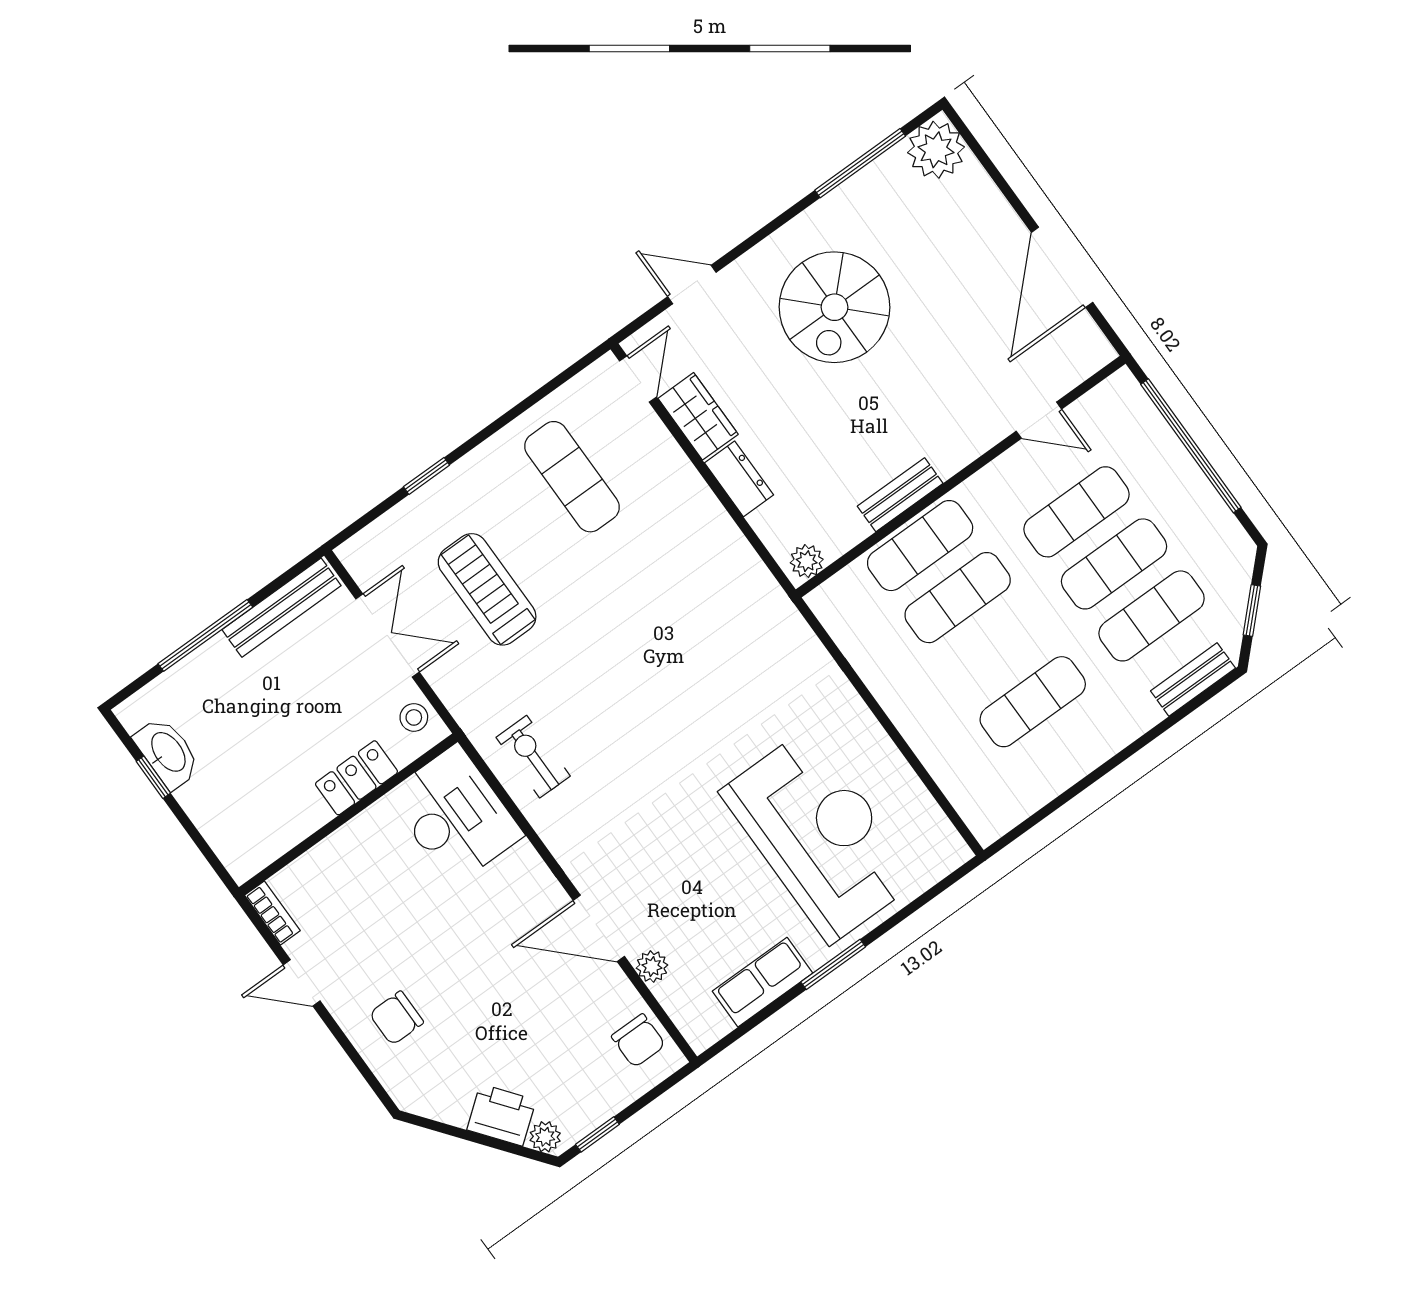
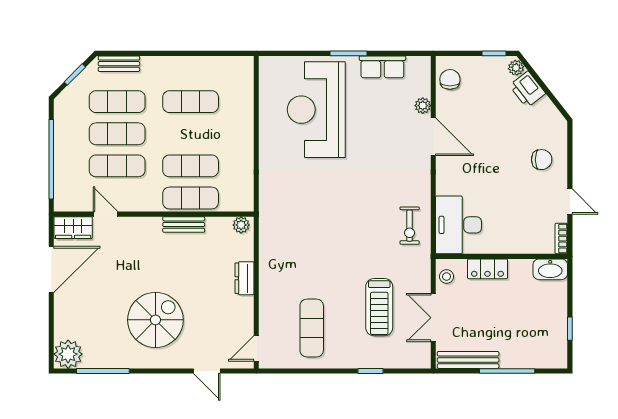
wardrobe: (698, 416) -> (73, 228), moved, turned -90
washbasin: (167, 753) -> (550, 269), moved, turned -90

